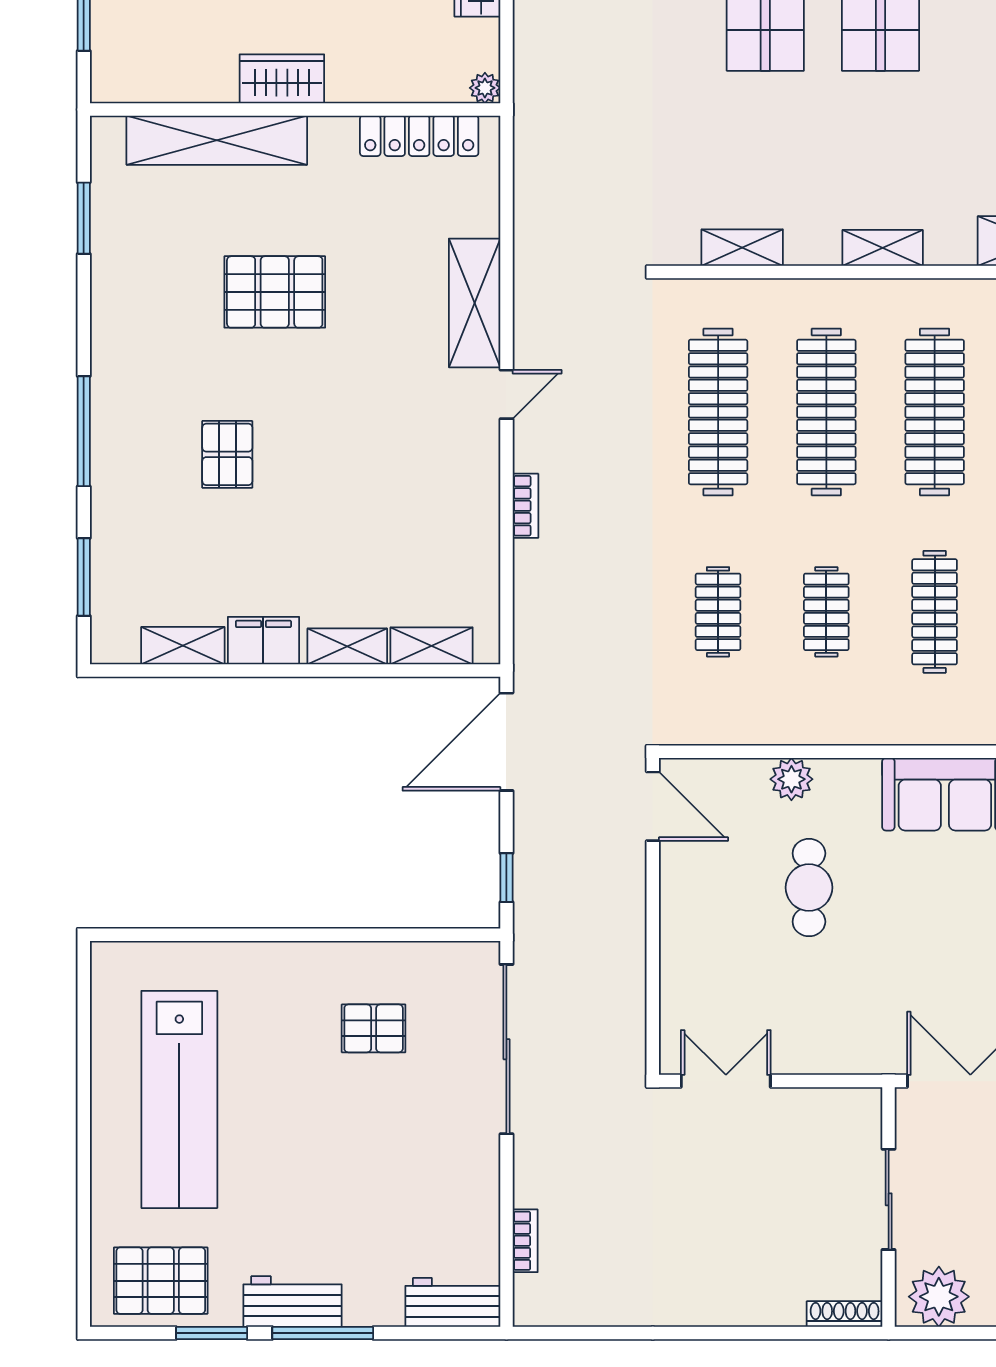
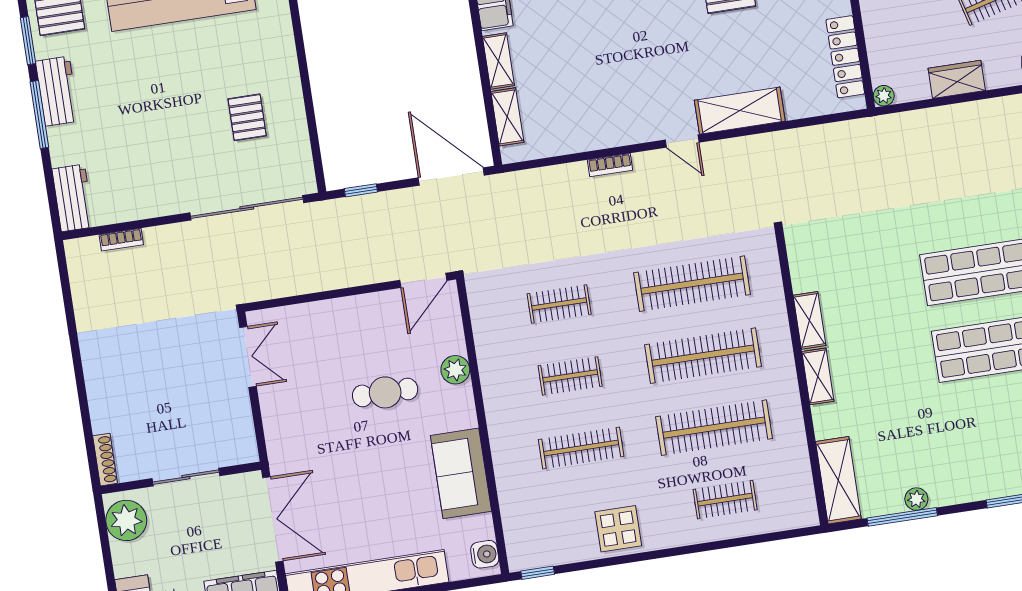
shelving: (742, 248) -> (809, 320), moved

